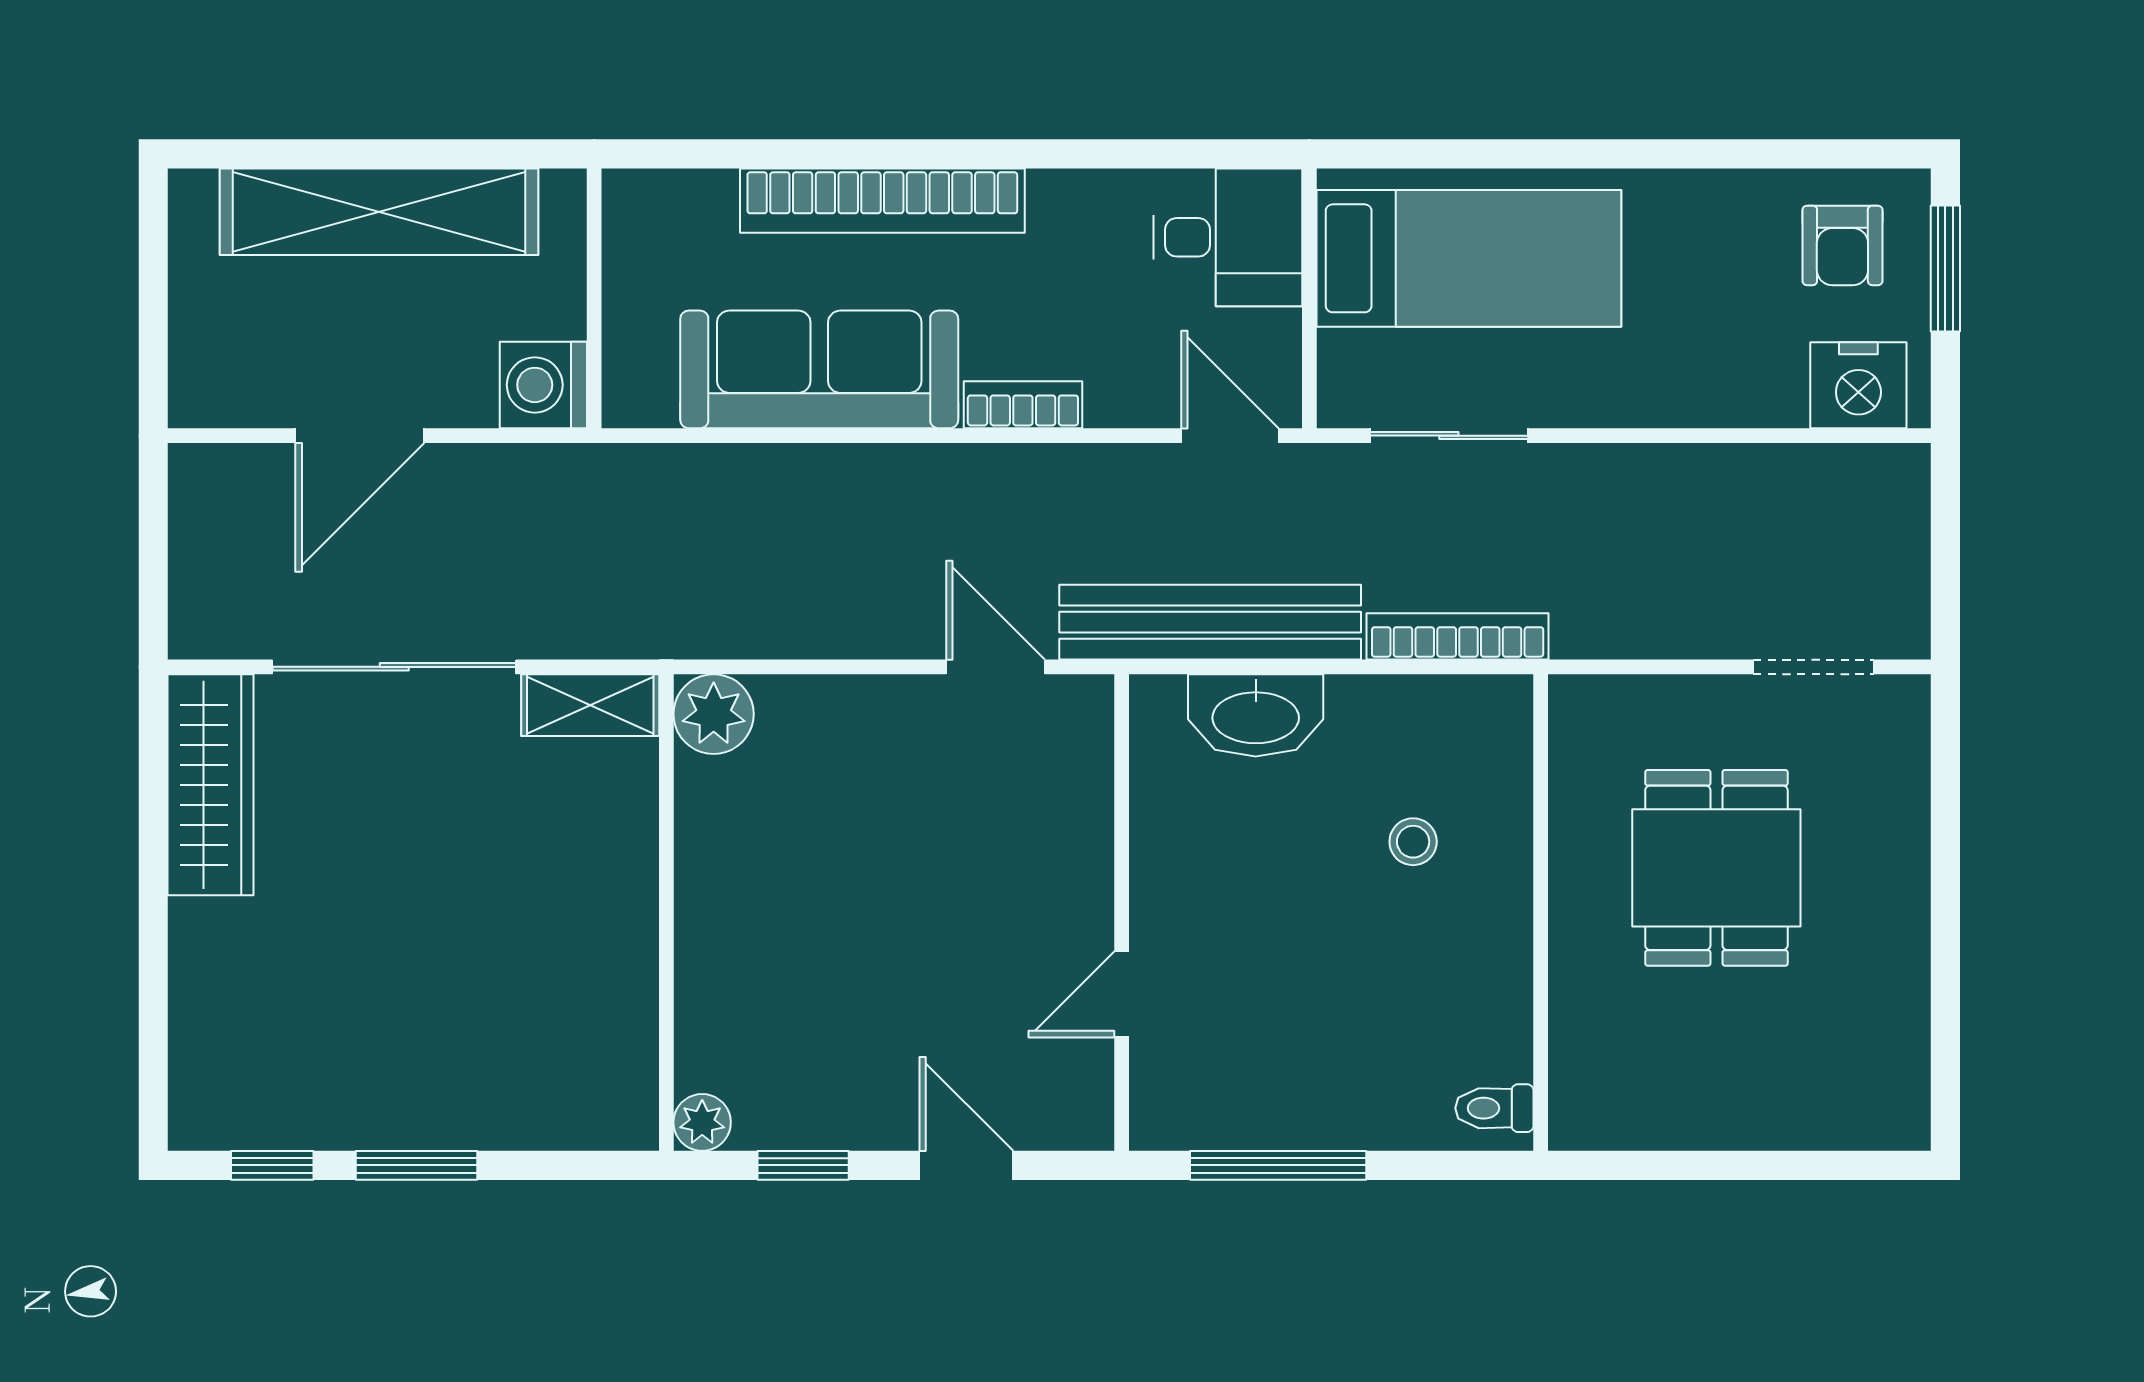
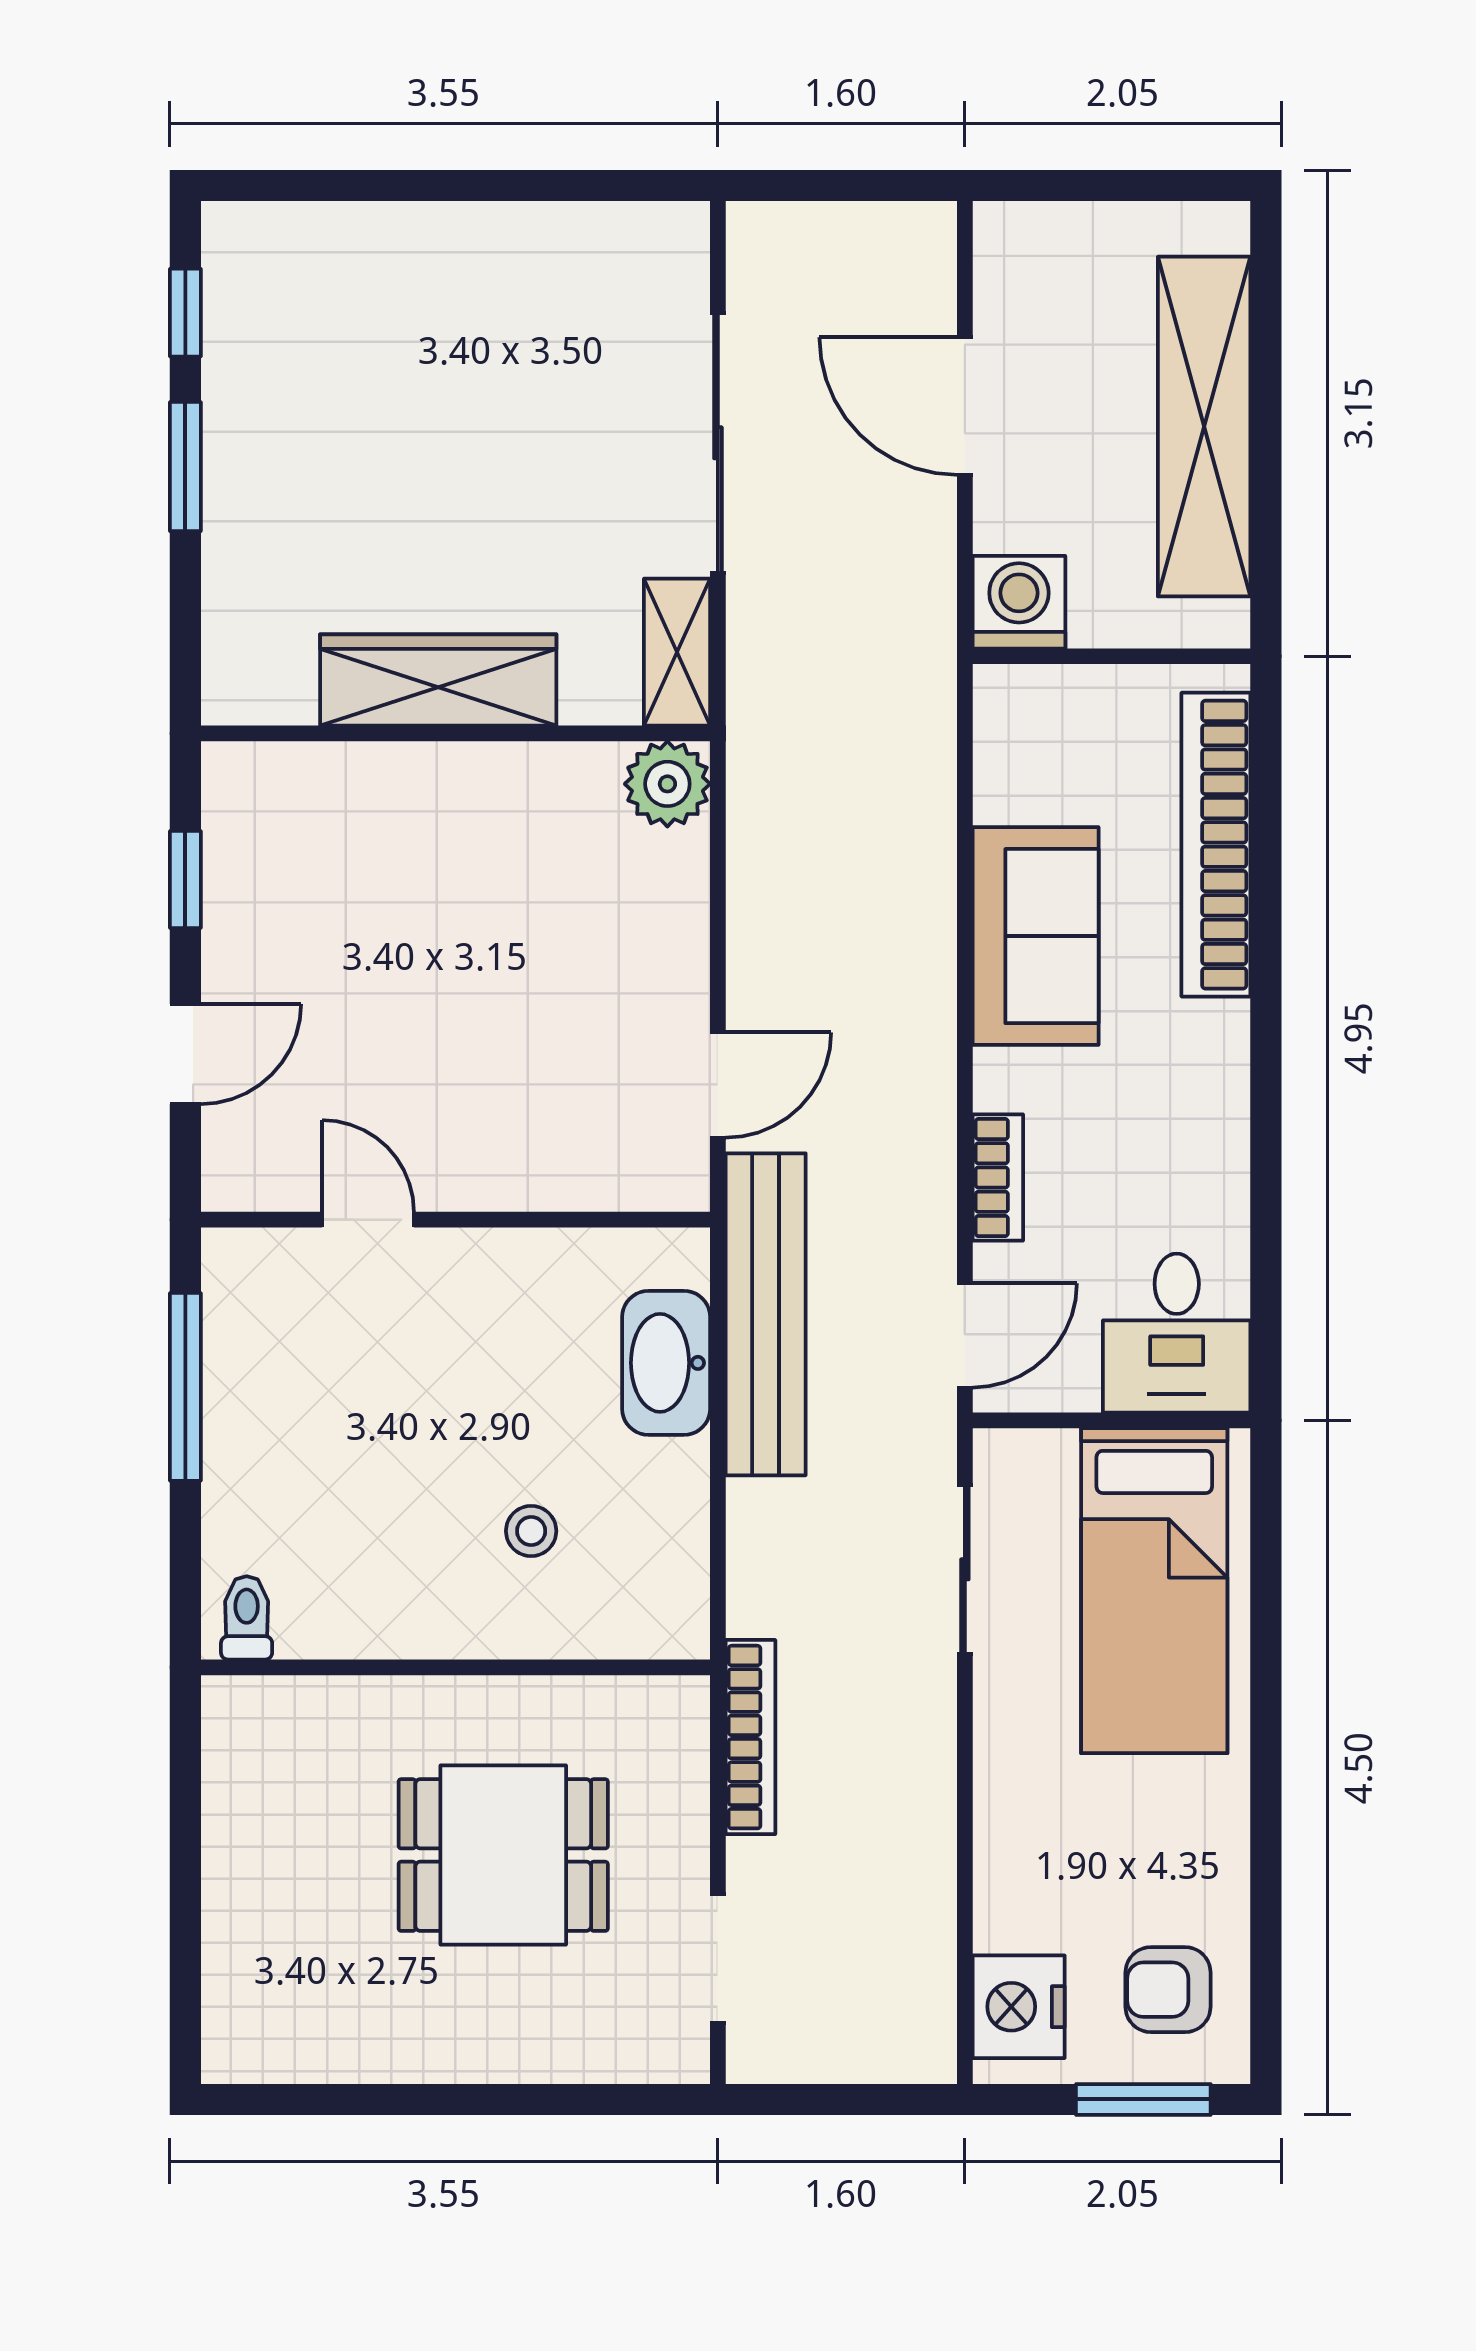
bookcase: (882, 201) -> (1216, 845), moved
sofa: (819, 369) -> (1036, 936), width x0.73
bookcase: (1023, 405) -> (998, 1177), moved
bookcase: (1458, 636) -> (750, 1737), moved
wardrobe: (211, 785) -> (438, 680), moved, turned 180
plant: (702, 1122) -> (231, 772), removed

